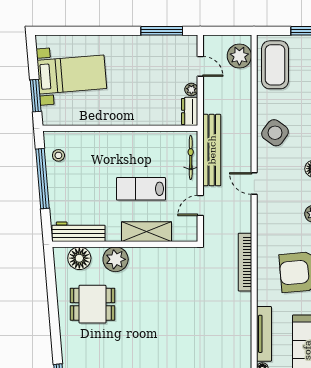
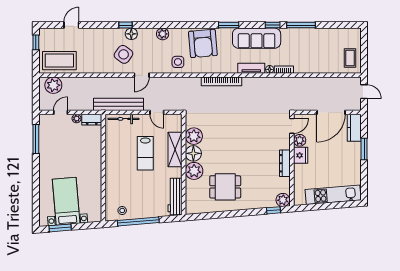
window: (36, 96) -> (60, 228), moved
side table: (275, 133) -> (124, 54), moved
side table: (273, 236) -> (178, 62), added
floor lamp: (79, 258) -> (193, 153), moved
plant: (166, 259) -> (194, 136), added
bookcase: (245, 262) -> (222, 81), moved
dining table: (92, 304) -> (225, 187), turned 90
tv unit: (264, 334) -> (251, 68), width x0.71

